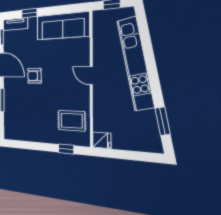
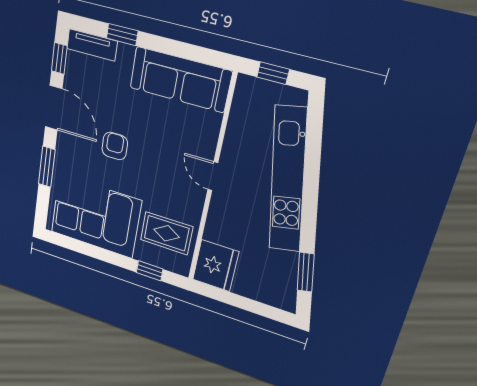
armchair: (34, 76) -> (115, 146), turned 90
corner sofa: (30, 122) -> (96, 216), added
fridge: (102, 140) -> (215, 266), width x1.88, depth x1.34

